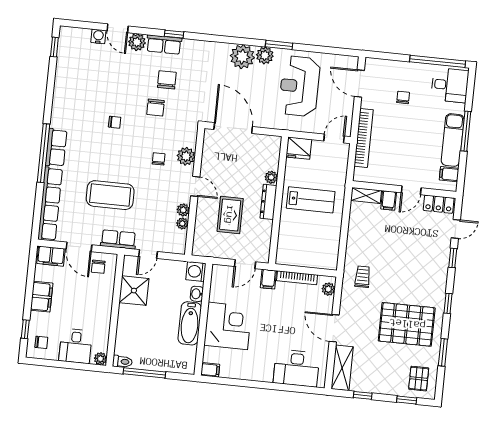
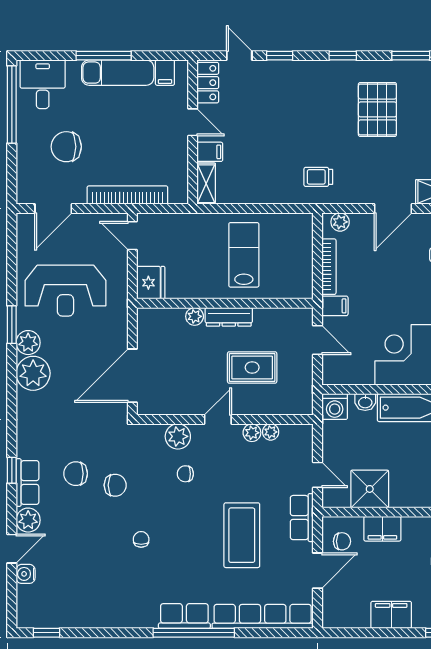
chair: (403, 97) -> (66, 147), width x1.87, depth x1.87
lab bench: (311, 200) -> (244, 255), moved
filing cabinet: (51, 256) -> (382, 529), moved, turned 90
pallet: (407, 324) -> (377, 109), width x0.73, depth x0.71

